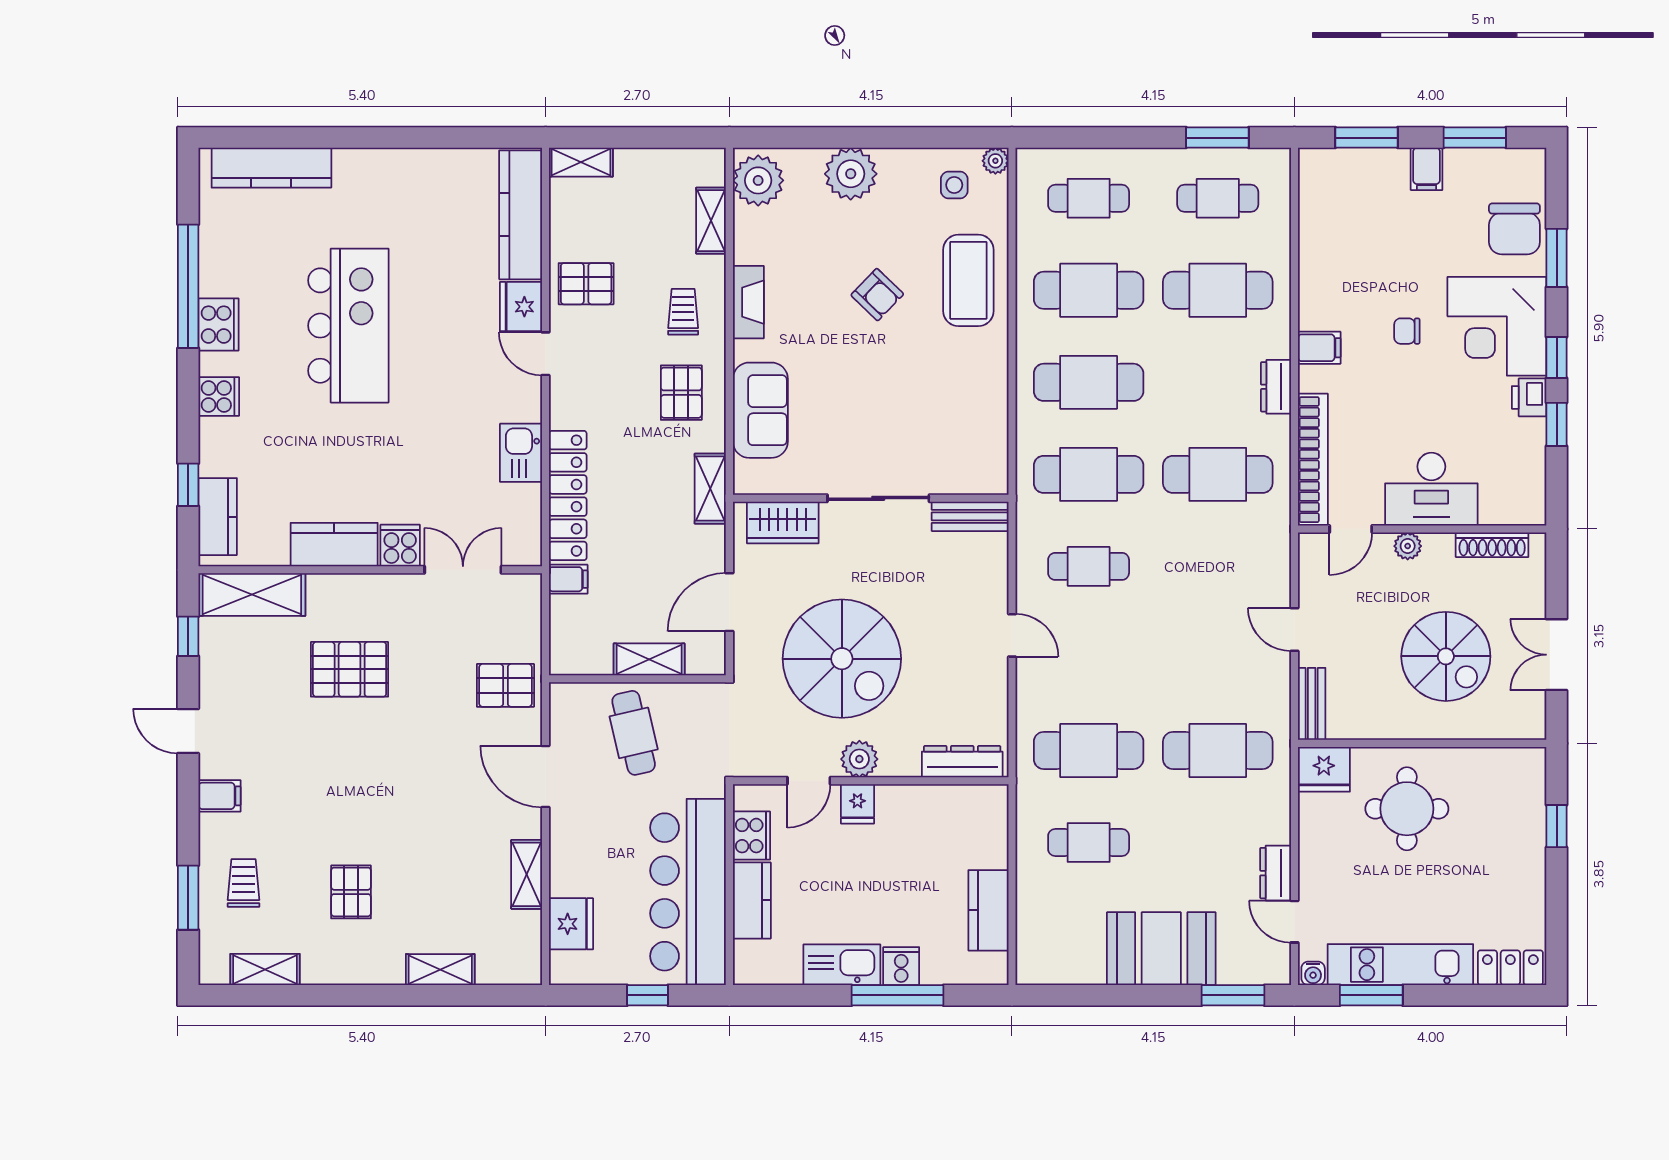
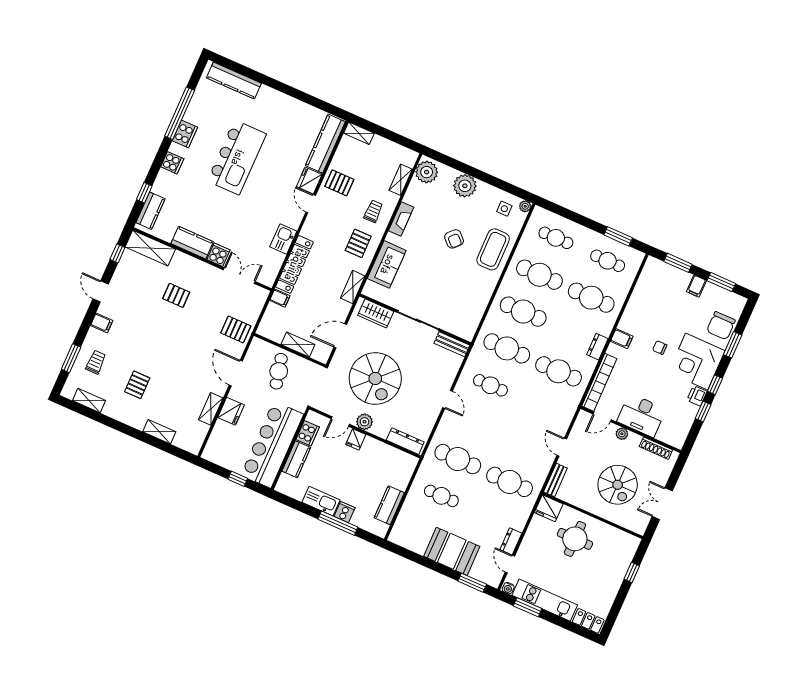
pallet: (350, 669) -> (176, 295), width x0.67, depth x0.71
fridge: (571, 924) -> (231, 411), moved

